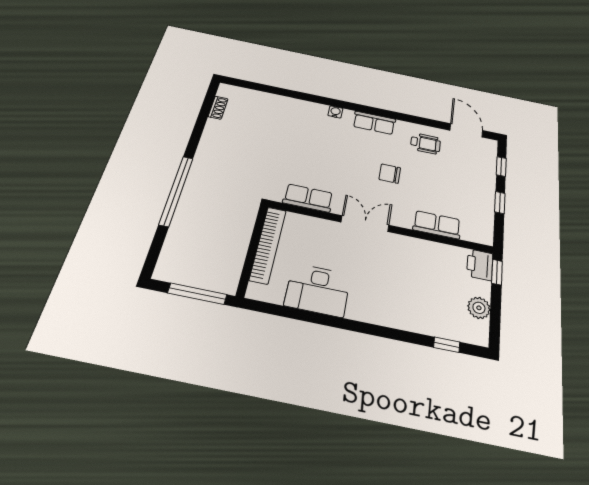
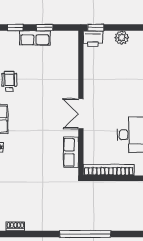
chair: (390, 174) -> (40, 103), removed
row of seats: (437, 225) -> (35, 38), moved, turned -90

